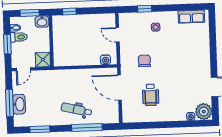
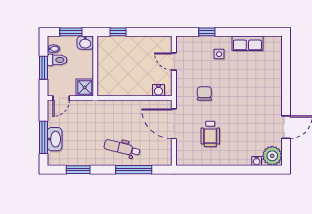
row of seats: (191, 17) -> (247, 43), moved

